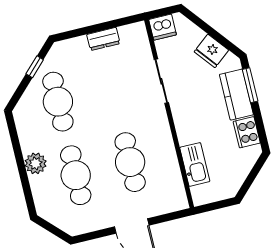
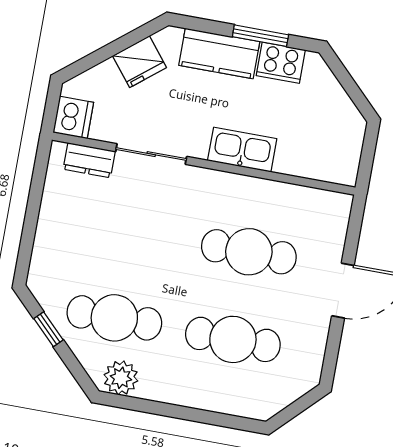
dresser: (103, 39) -> (89, 160), moved, turned 90
window: (250, 85) -> (260, 36), moved
plant: (36, 163) -> (121, 378), moved
kitchen sink: (195, 164) -> (242, 150), moved

